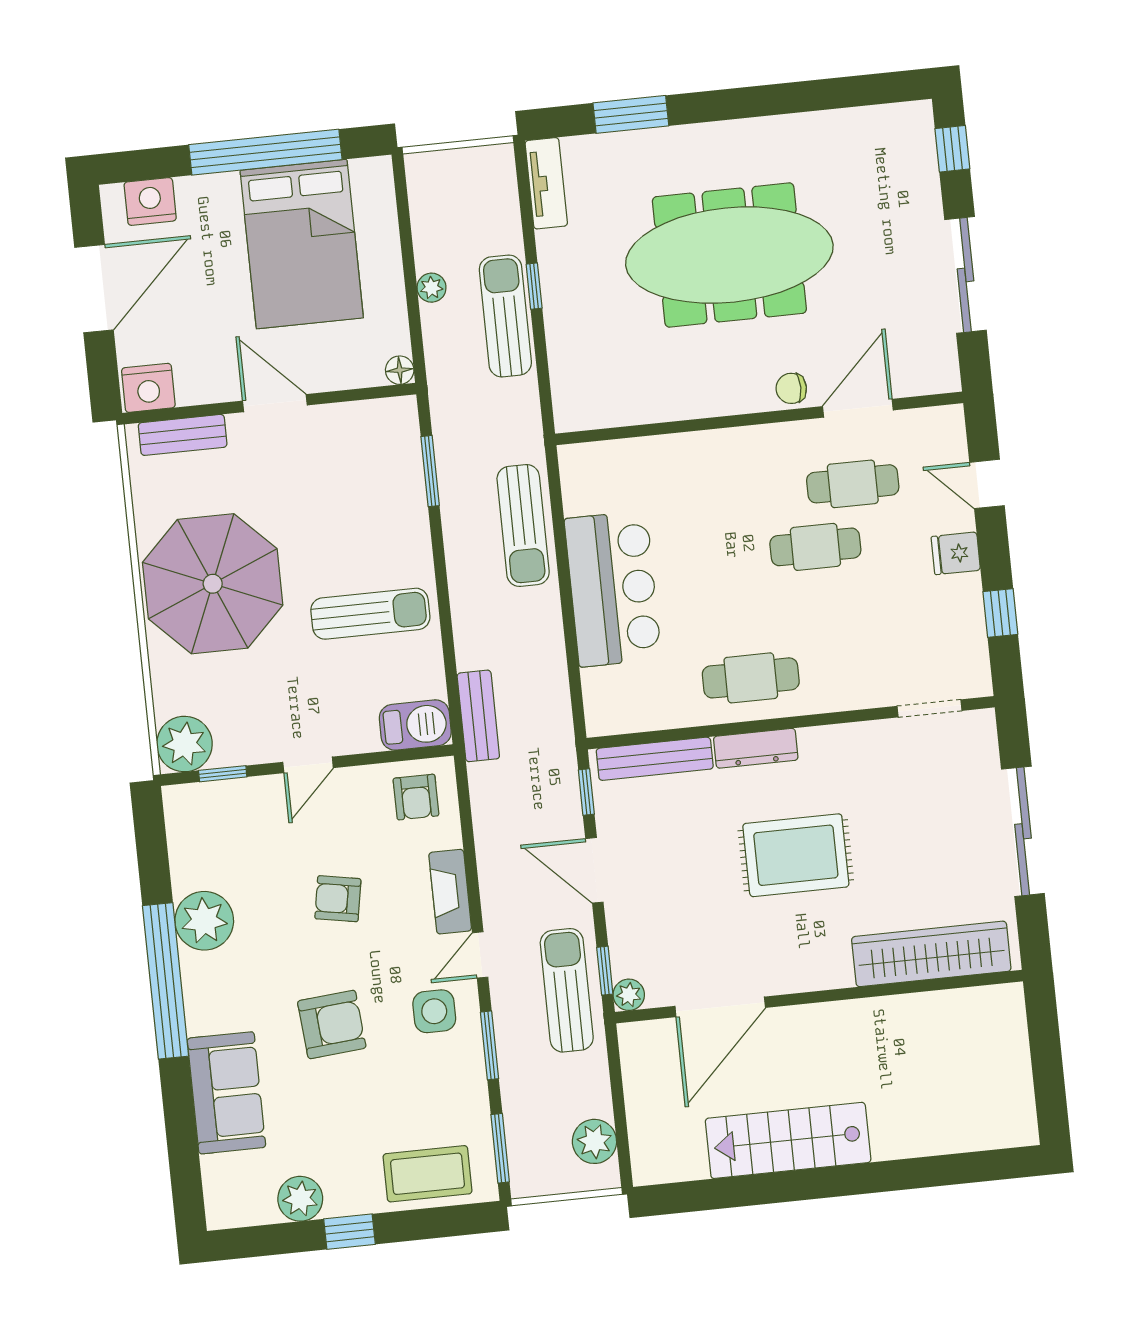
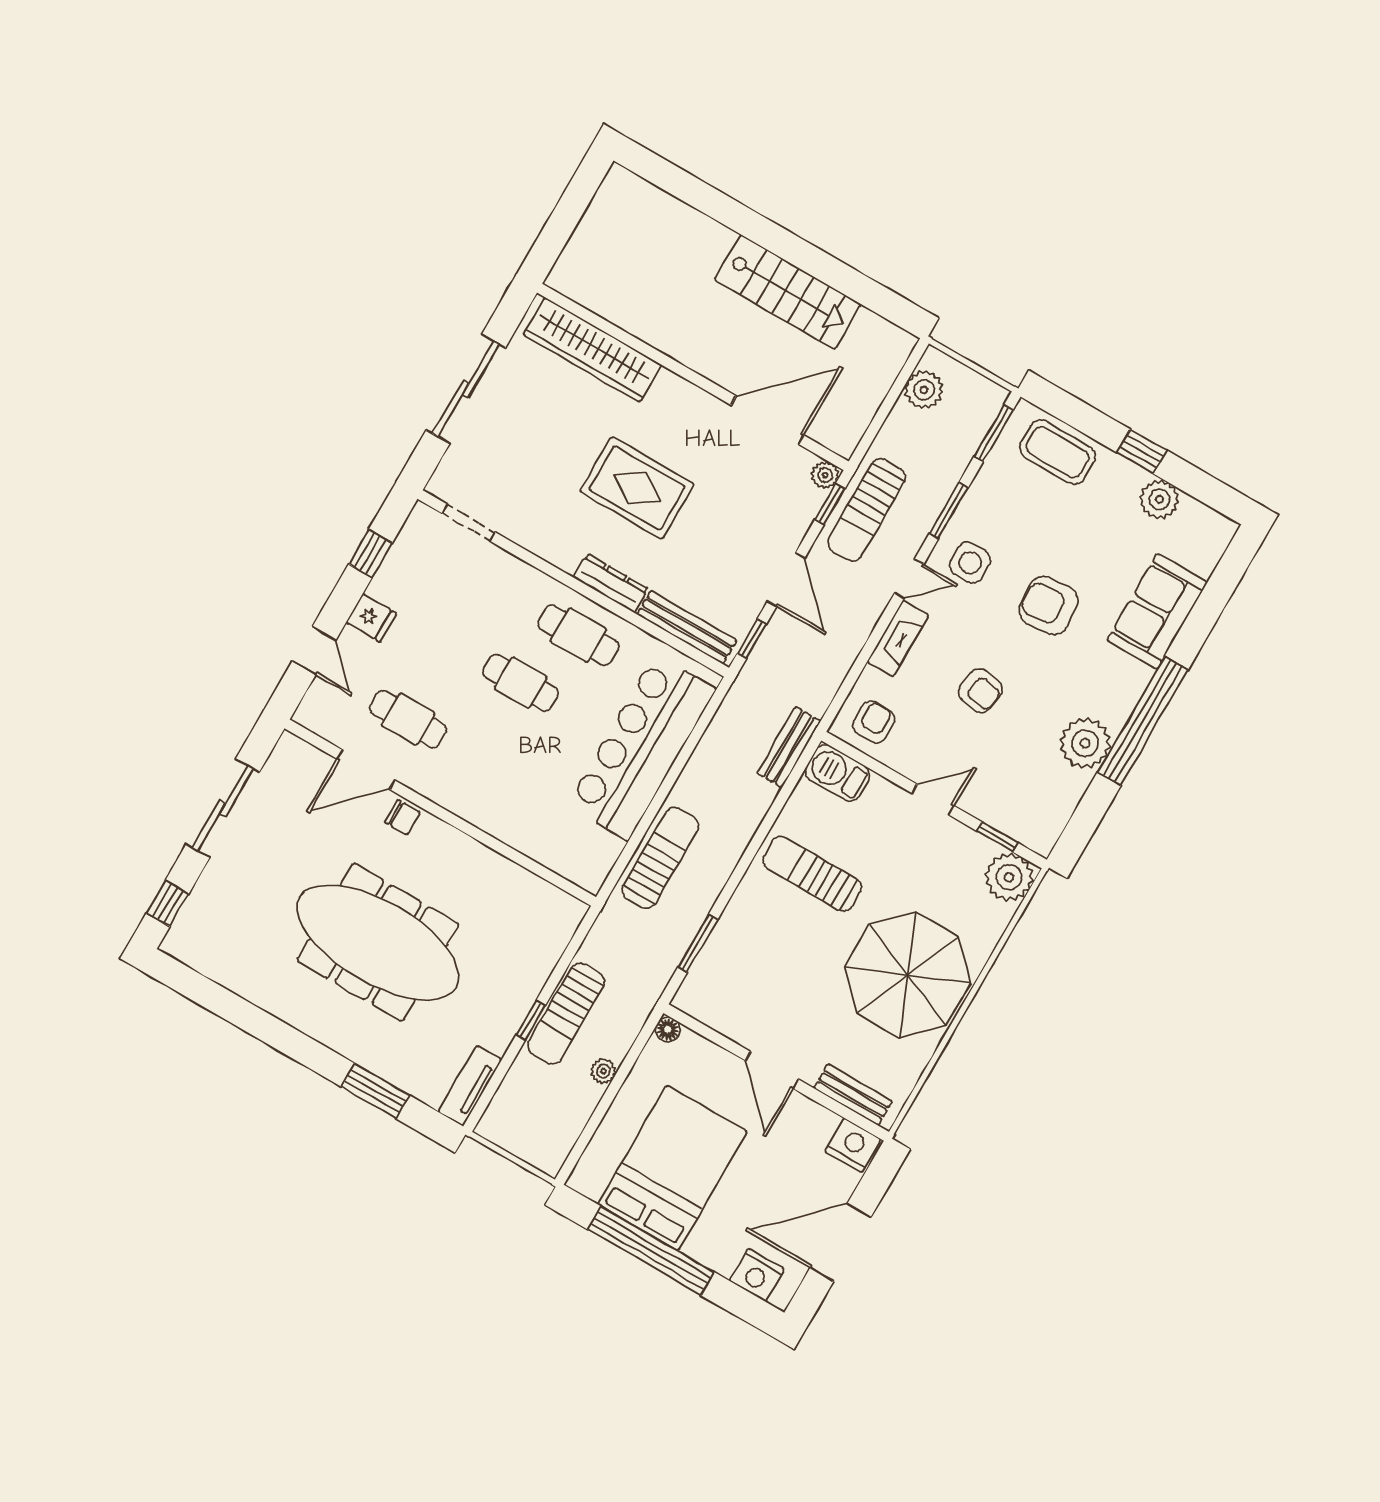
cafe table: (815, 547) -> (521, 683), moved
bar counter: (613, 589) -> (641, 747), width x1.36

